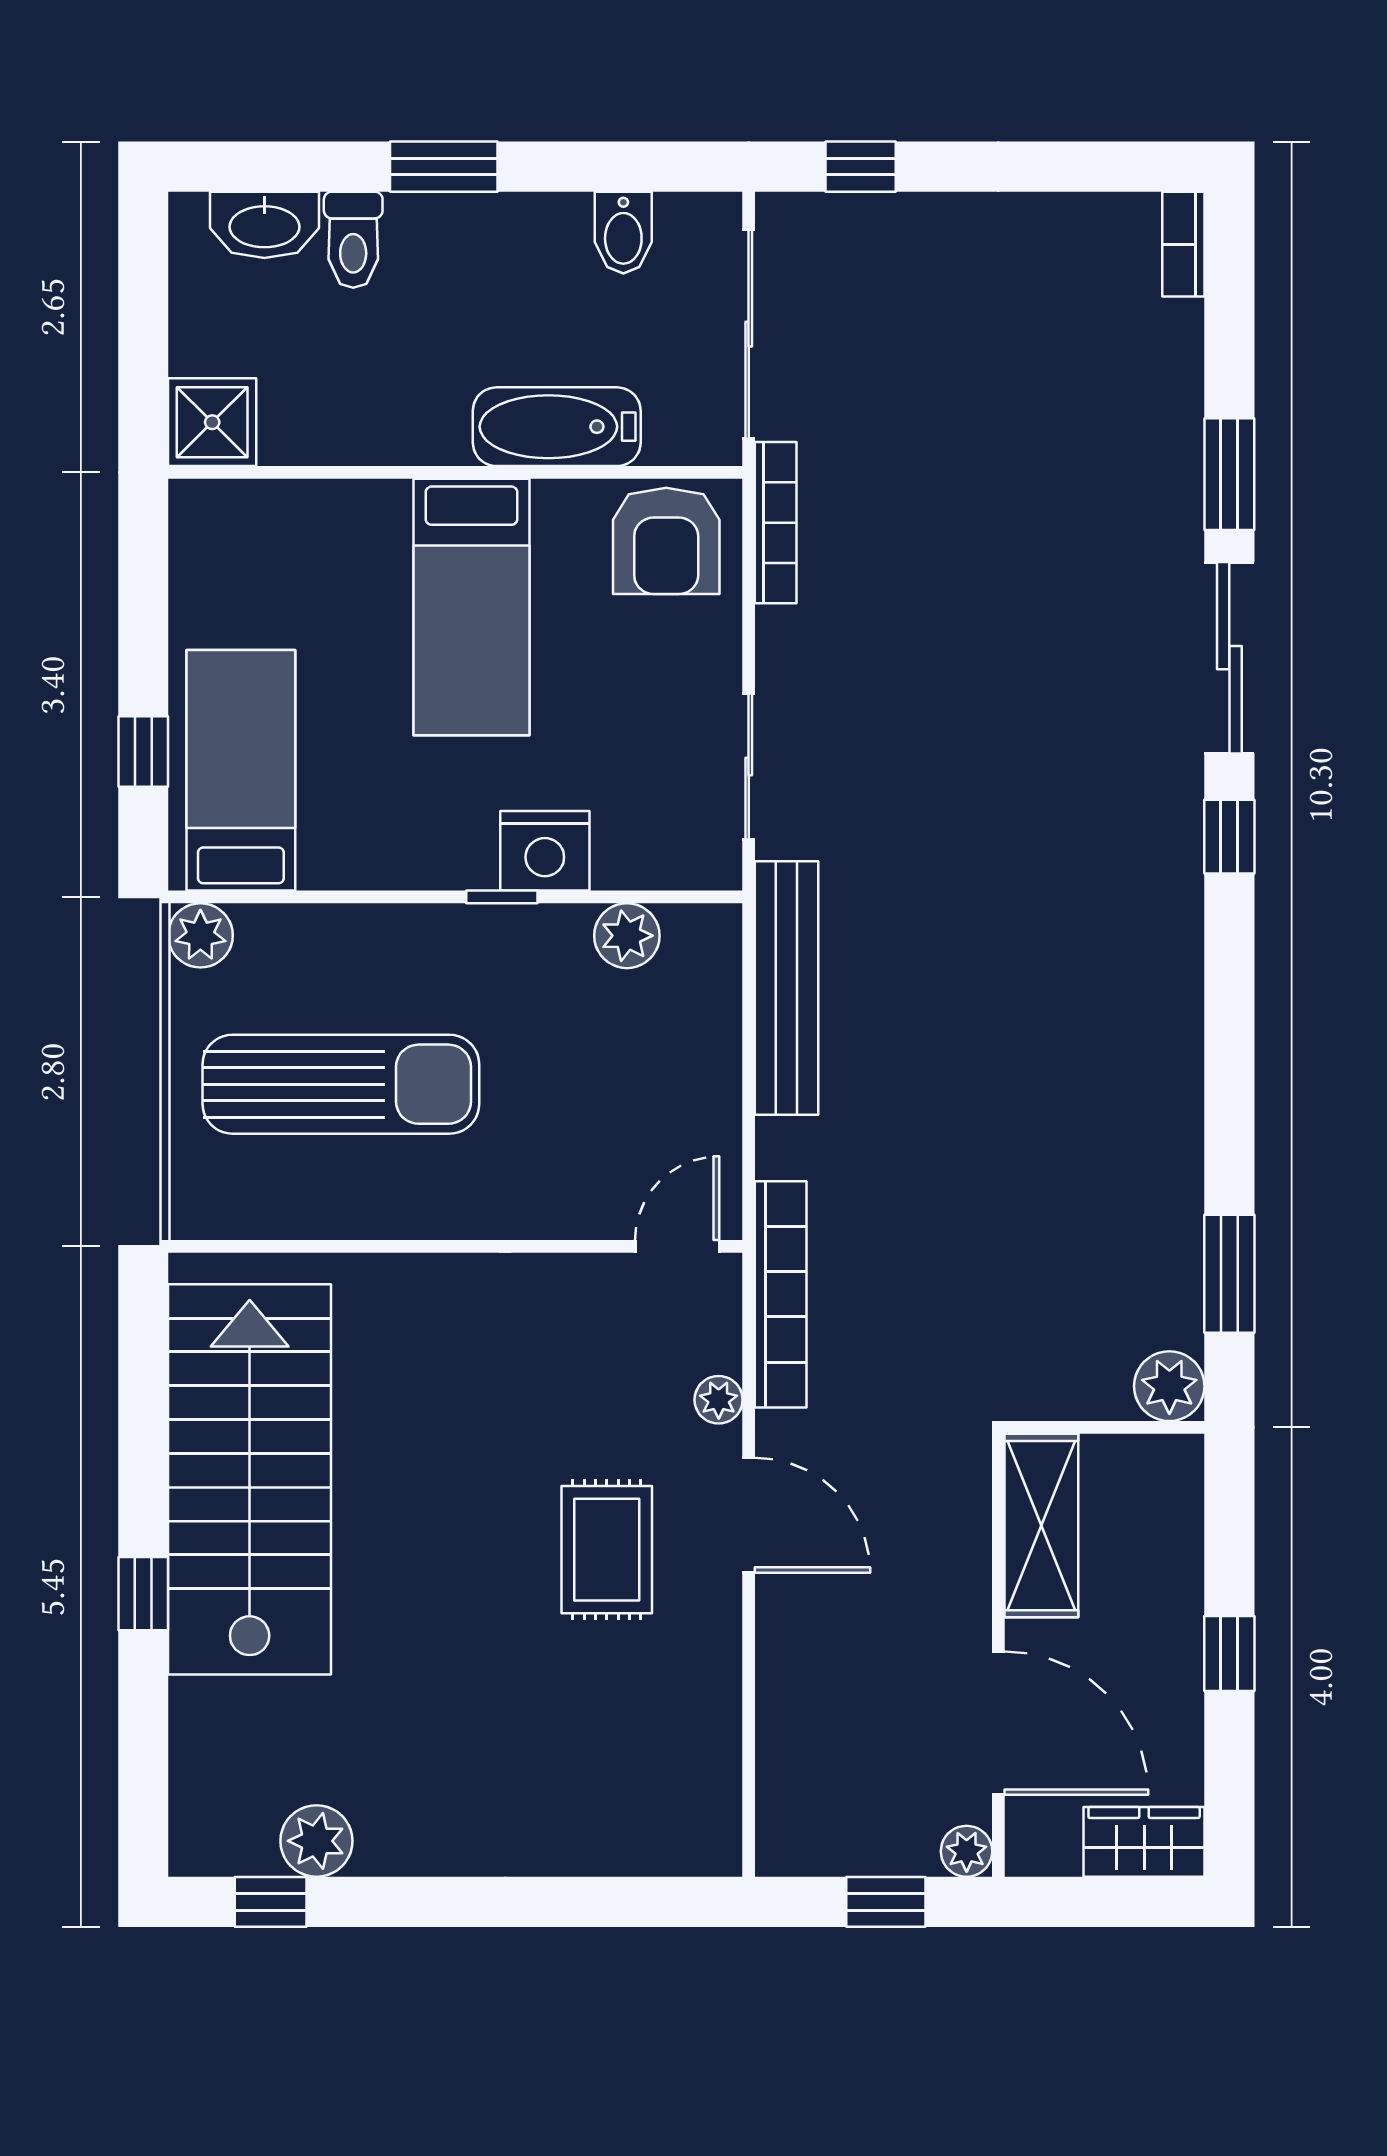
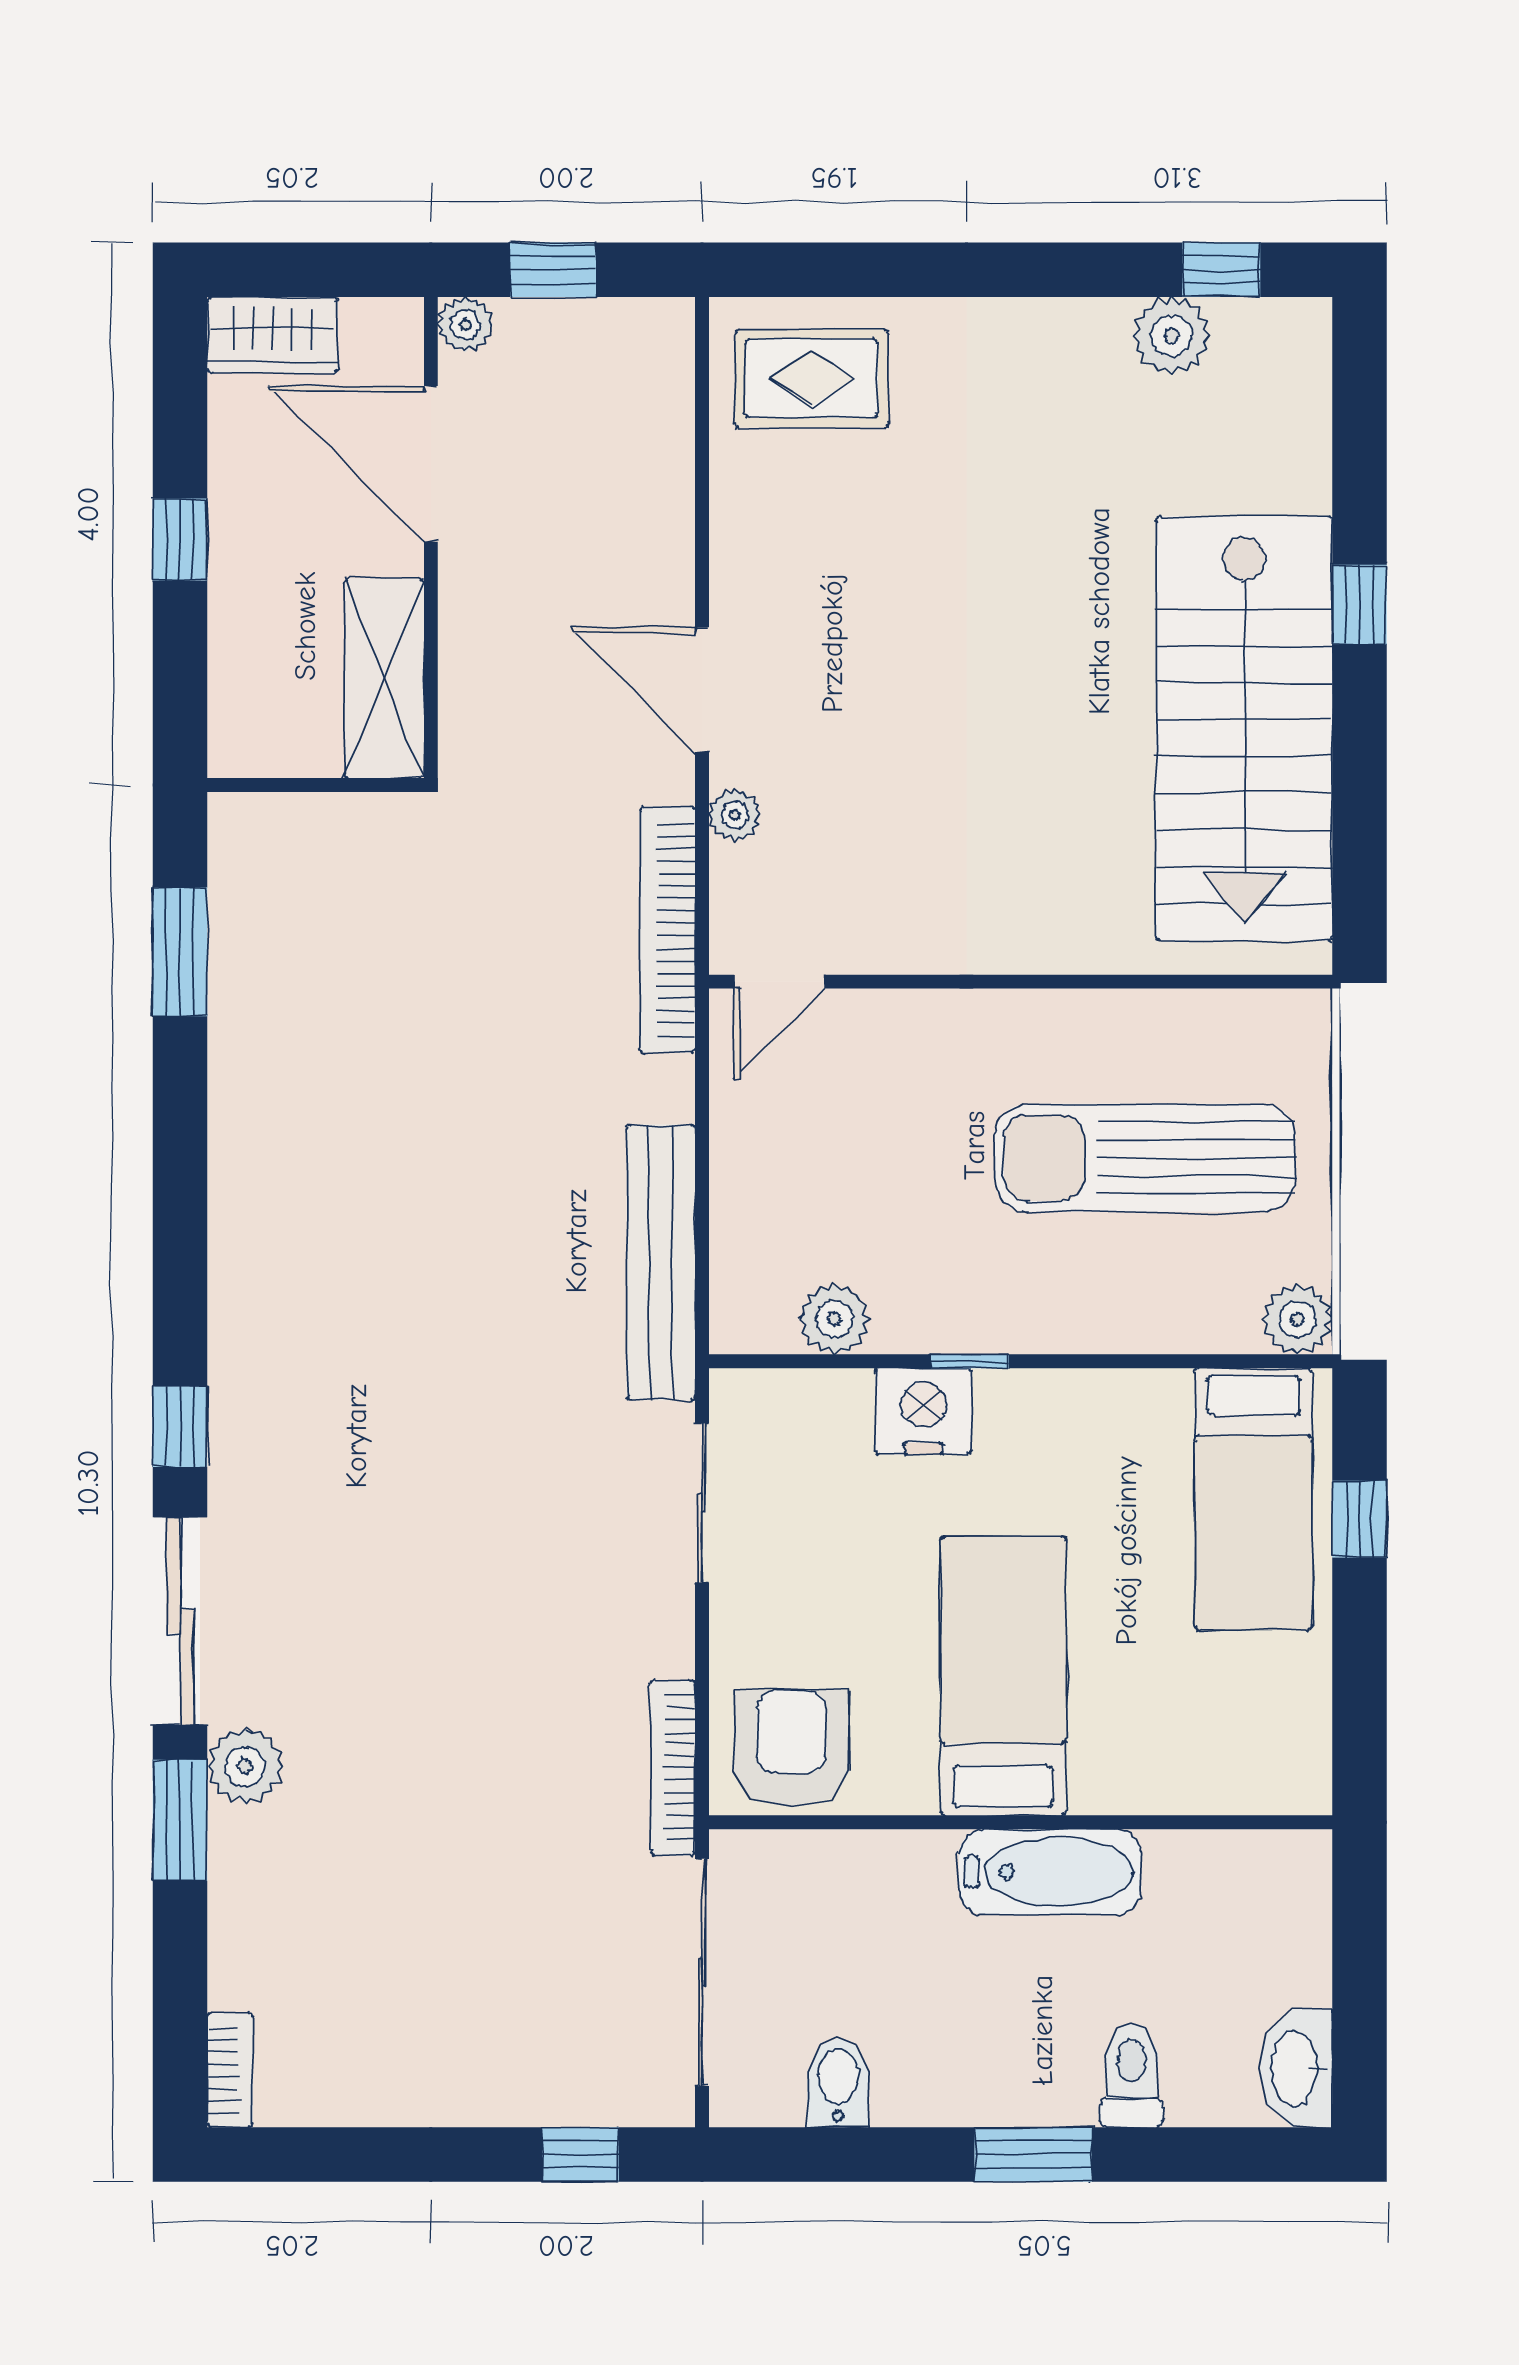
washbasin: (264, 225) -> (1296, 2068), moved, turned -90
shower: (212, 422) -> (1285, 1877), removed
bathtub: (557, 427) -> (1050, 1872), moved
plant: (1169, 1386) -> (245, 1766), moved
rug: (607, 1550) -> (812, 378), moved, turned 90

